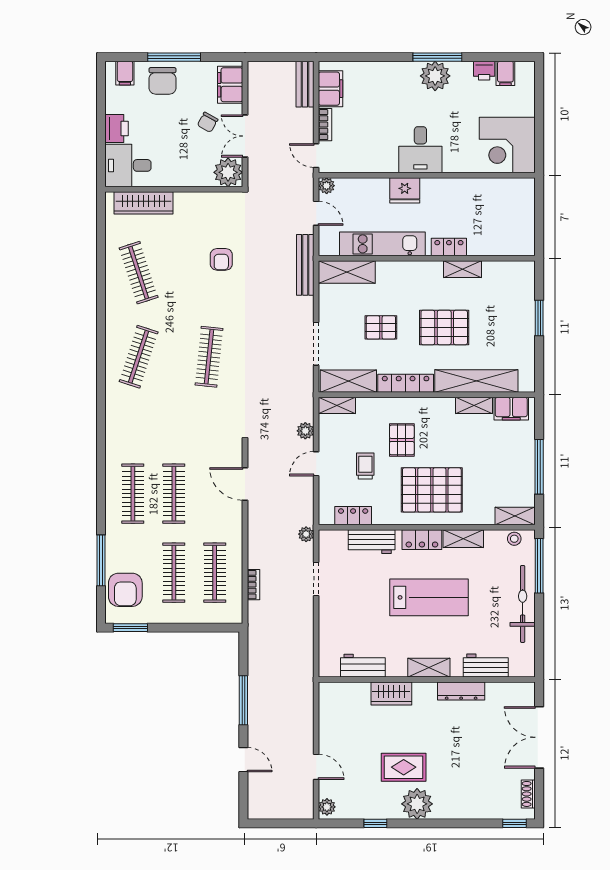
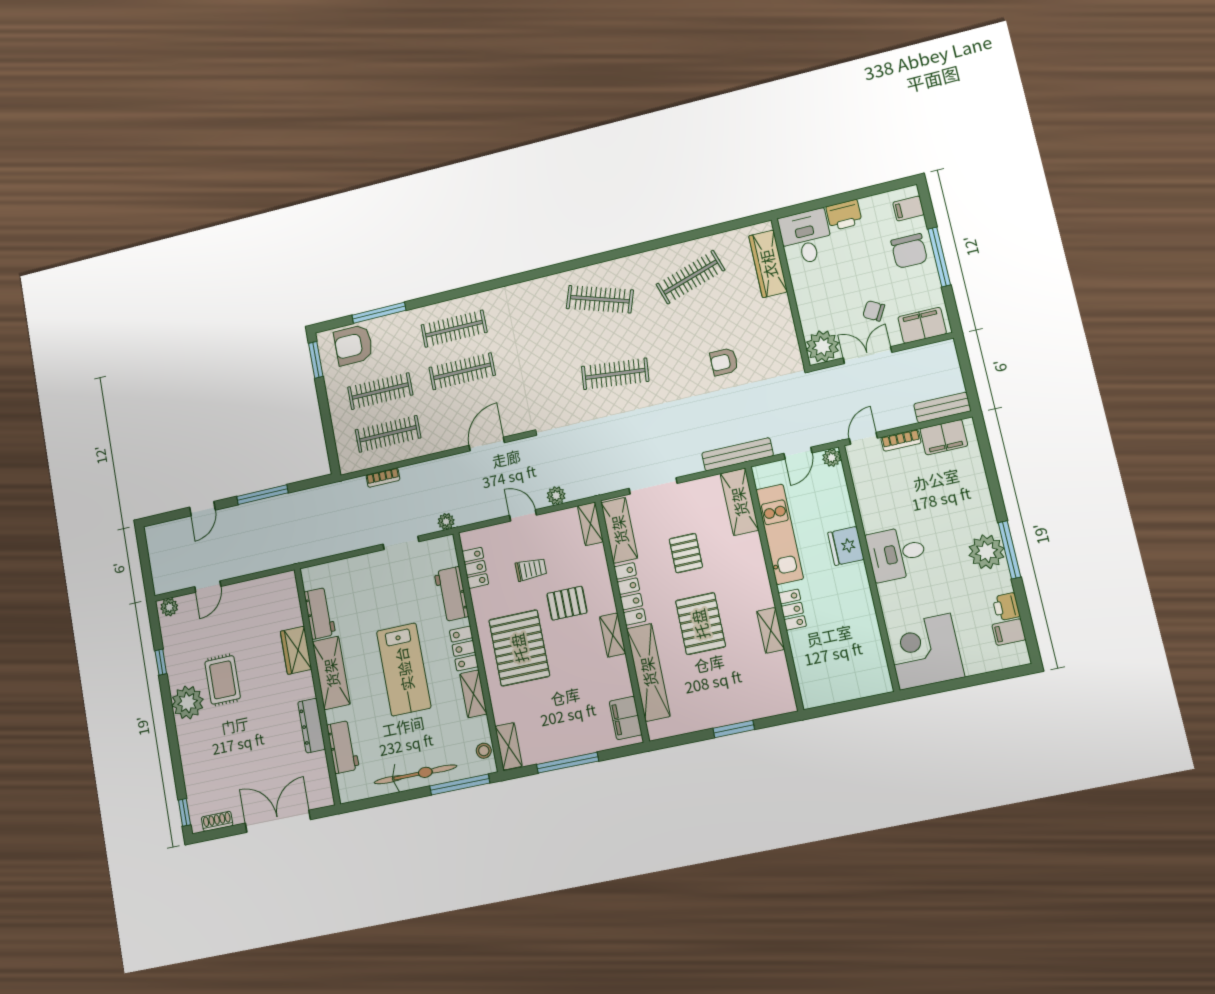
chair: (162, 81) -> (909, 251), turned -90
shelving: (474, 405) -> (613, 635), moved
shelving: (429, 668) -> (331, 673), width x1.50, depth x1.33

